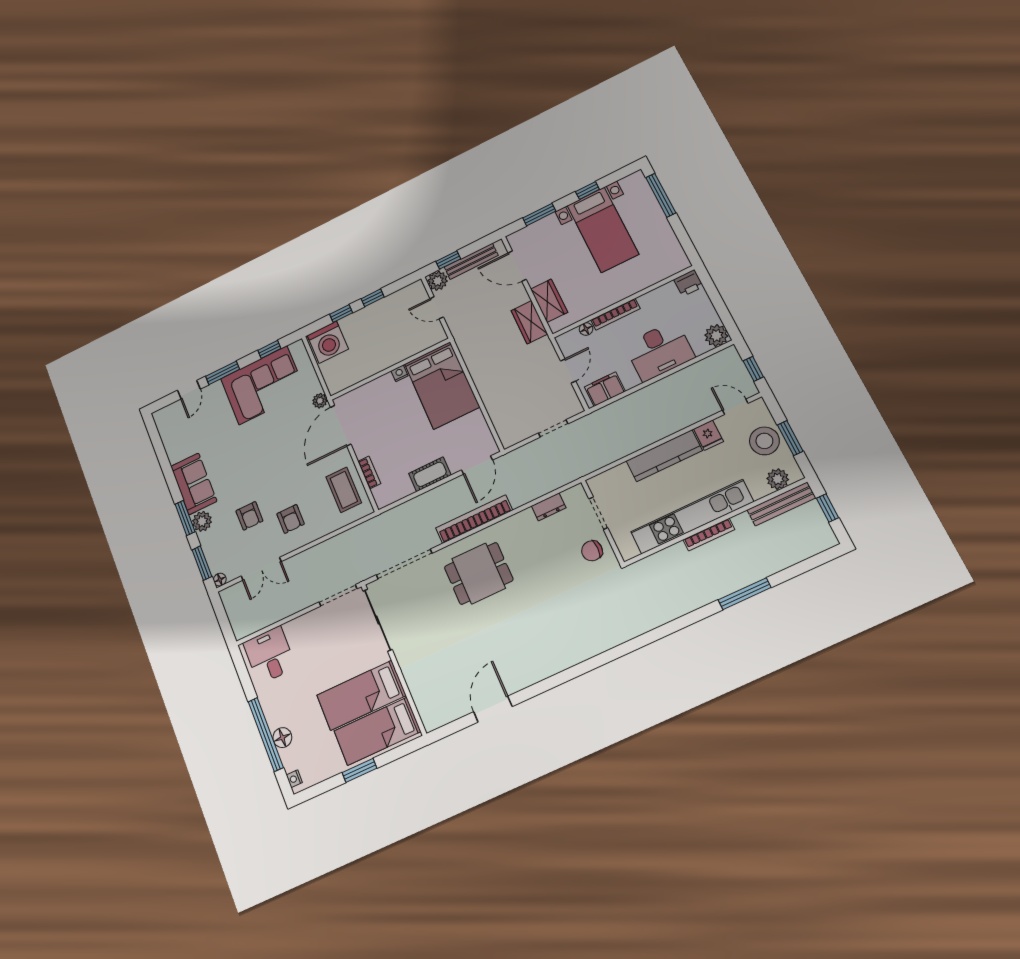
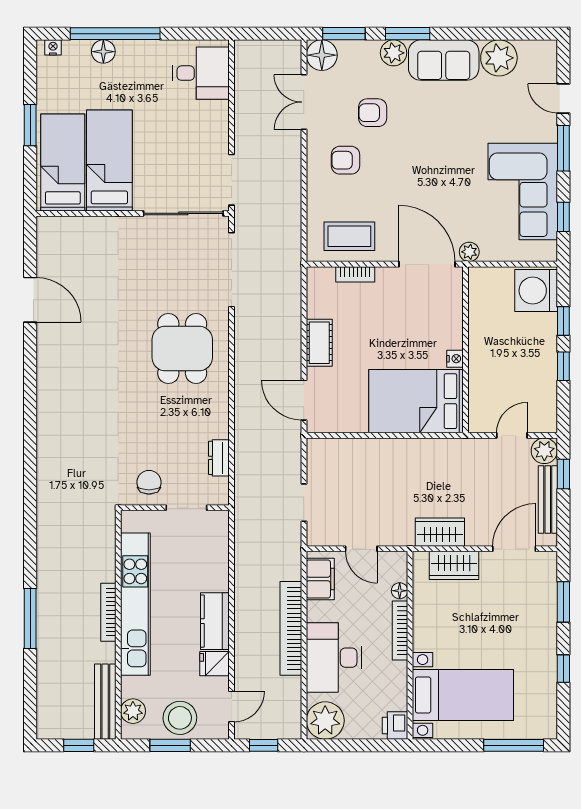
bed with nightstands: (603, 230) -> (463, 695), moved, turned 180
plant: (716, 336) -> (325, 721), width x1.36, depth x1.36
plant: (178, 447) -> (499, 58), added
kitchen counter: (664, 456) -> (215, 621), width x0.67
bookcase: (474, 519) -> (291, 628), moved, turned 180
floor lamp: (220, 580) -> (322, 55), width x1.89, depth x1.89

